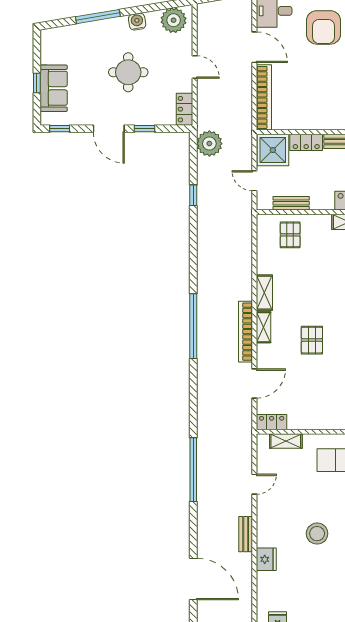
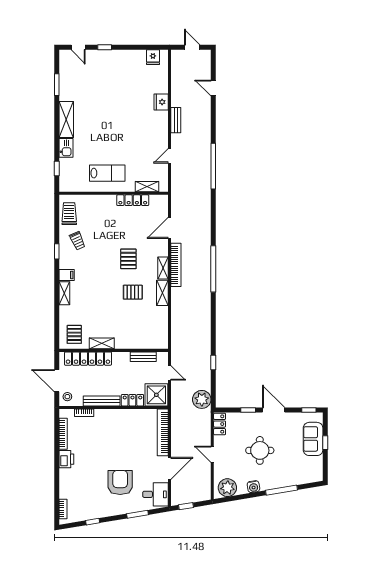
door: (254, 47) -> (169, 468), swing flipped
pallet: (290, 235) -> (133, 292), moved, turned 90
locker: (272, 422) -> (133, 200), moved, width x1.53
stool: (317, 534) -> (125, 120), removed
door: (193, 579) -> (213, 88), width x0.53

